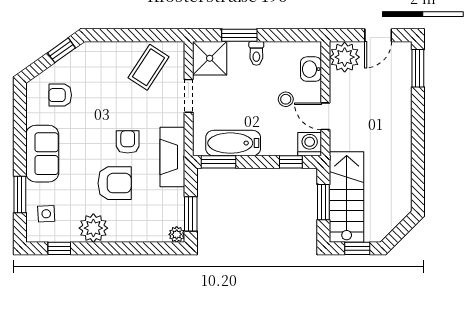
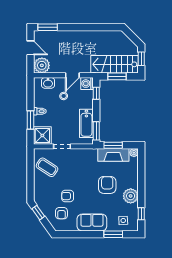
armchair: (128, 142) -> (68, 196), moved
fireplace: (172, 157) -> (113, 155), moved
window: (191, 214) -> (113, 145), moved

